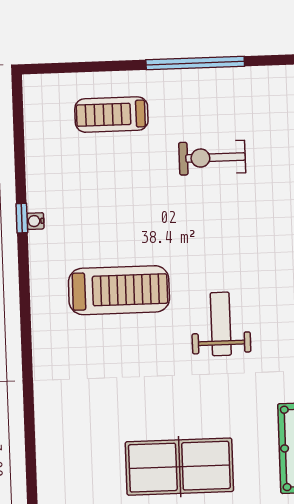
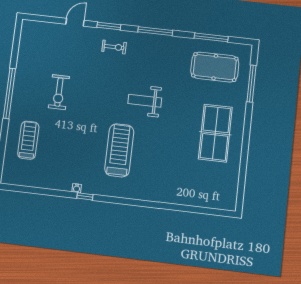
treadmill: (111, 115) -> (28, 140), turned 180
window: (22, 218) -> (85, 196), moved

